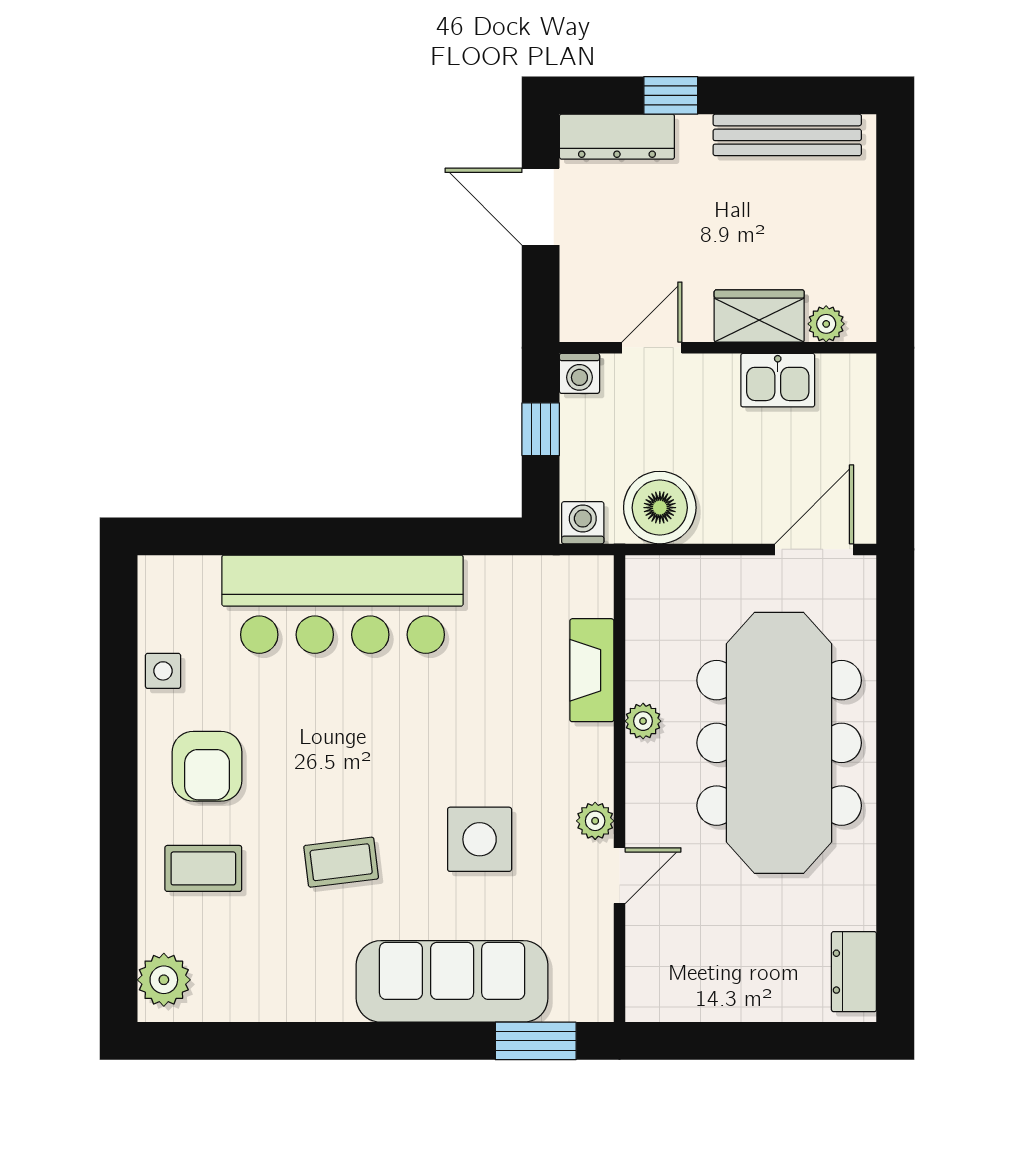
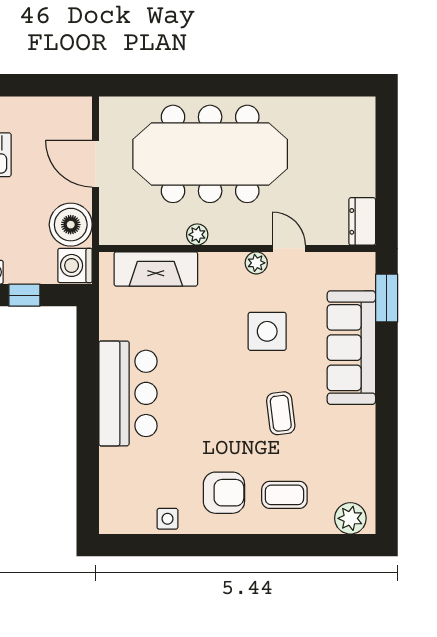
washing machine: (583, 523) -> (75, 265), width x1.38, depth x1.38
door: (814, 549) -> (96, 164), moved
bar counter: (343, 604) -> (128, 393), width x0.73
fireplace: (592, 670) -> (156, 269), width x1.37, depth x1.32
coffee table: (203, 868) -> (284, 495), turned 90
dresser: (854, 972) -> (362, 221), moved, turned 90

